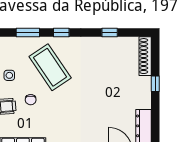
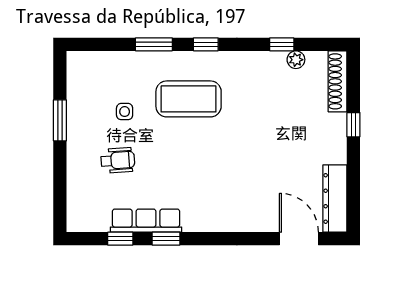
plant: (119, 42) -> (296, 60), added
coffee table: (50, 67) -> (189, 99), turned -56
chair: (31, 100) -> (158, 150), removed

